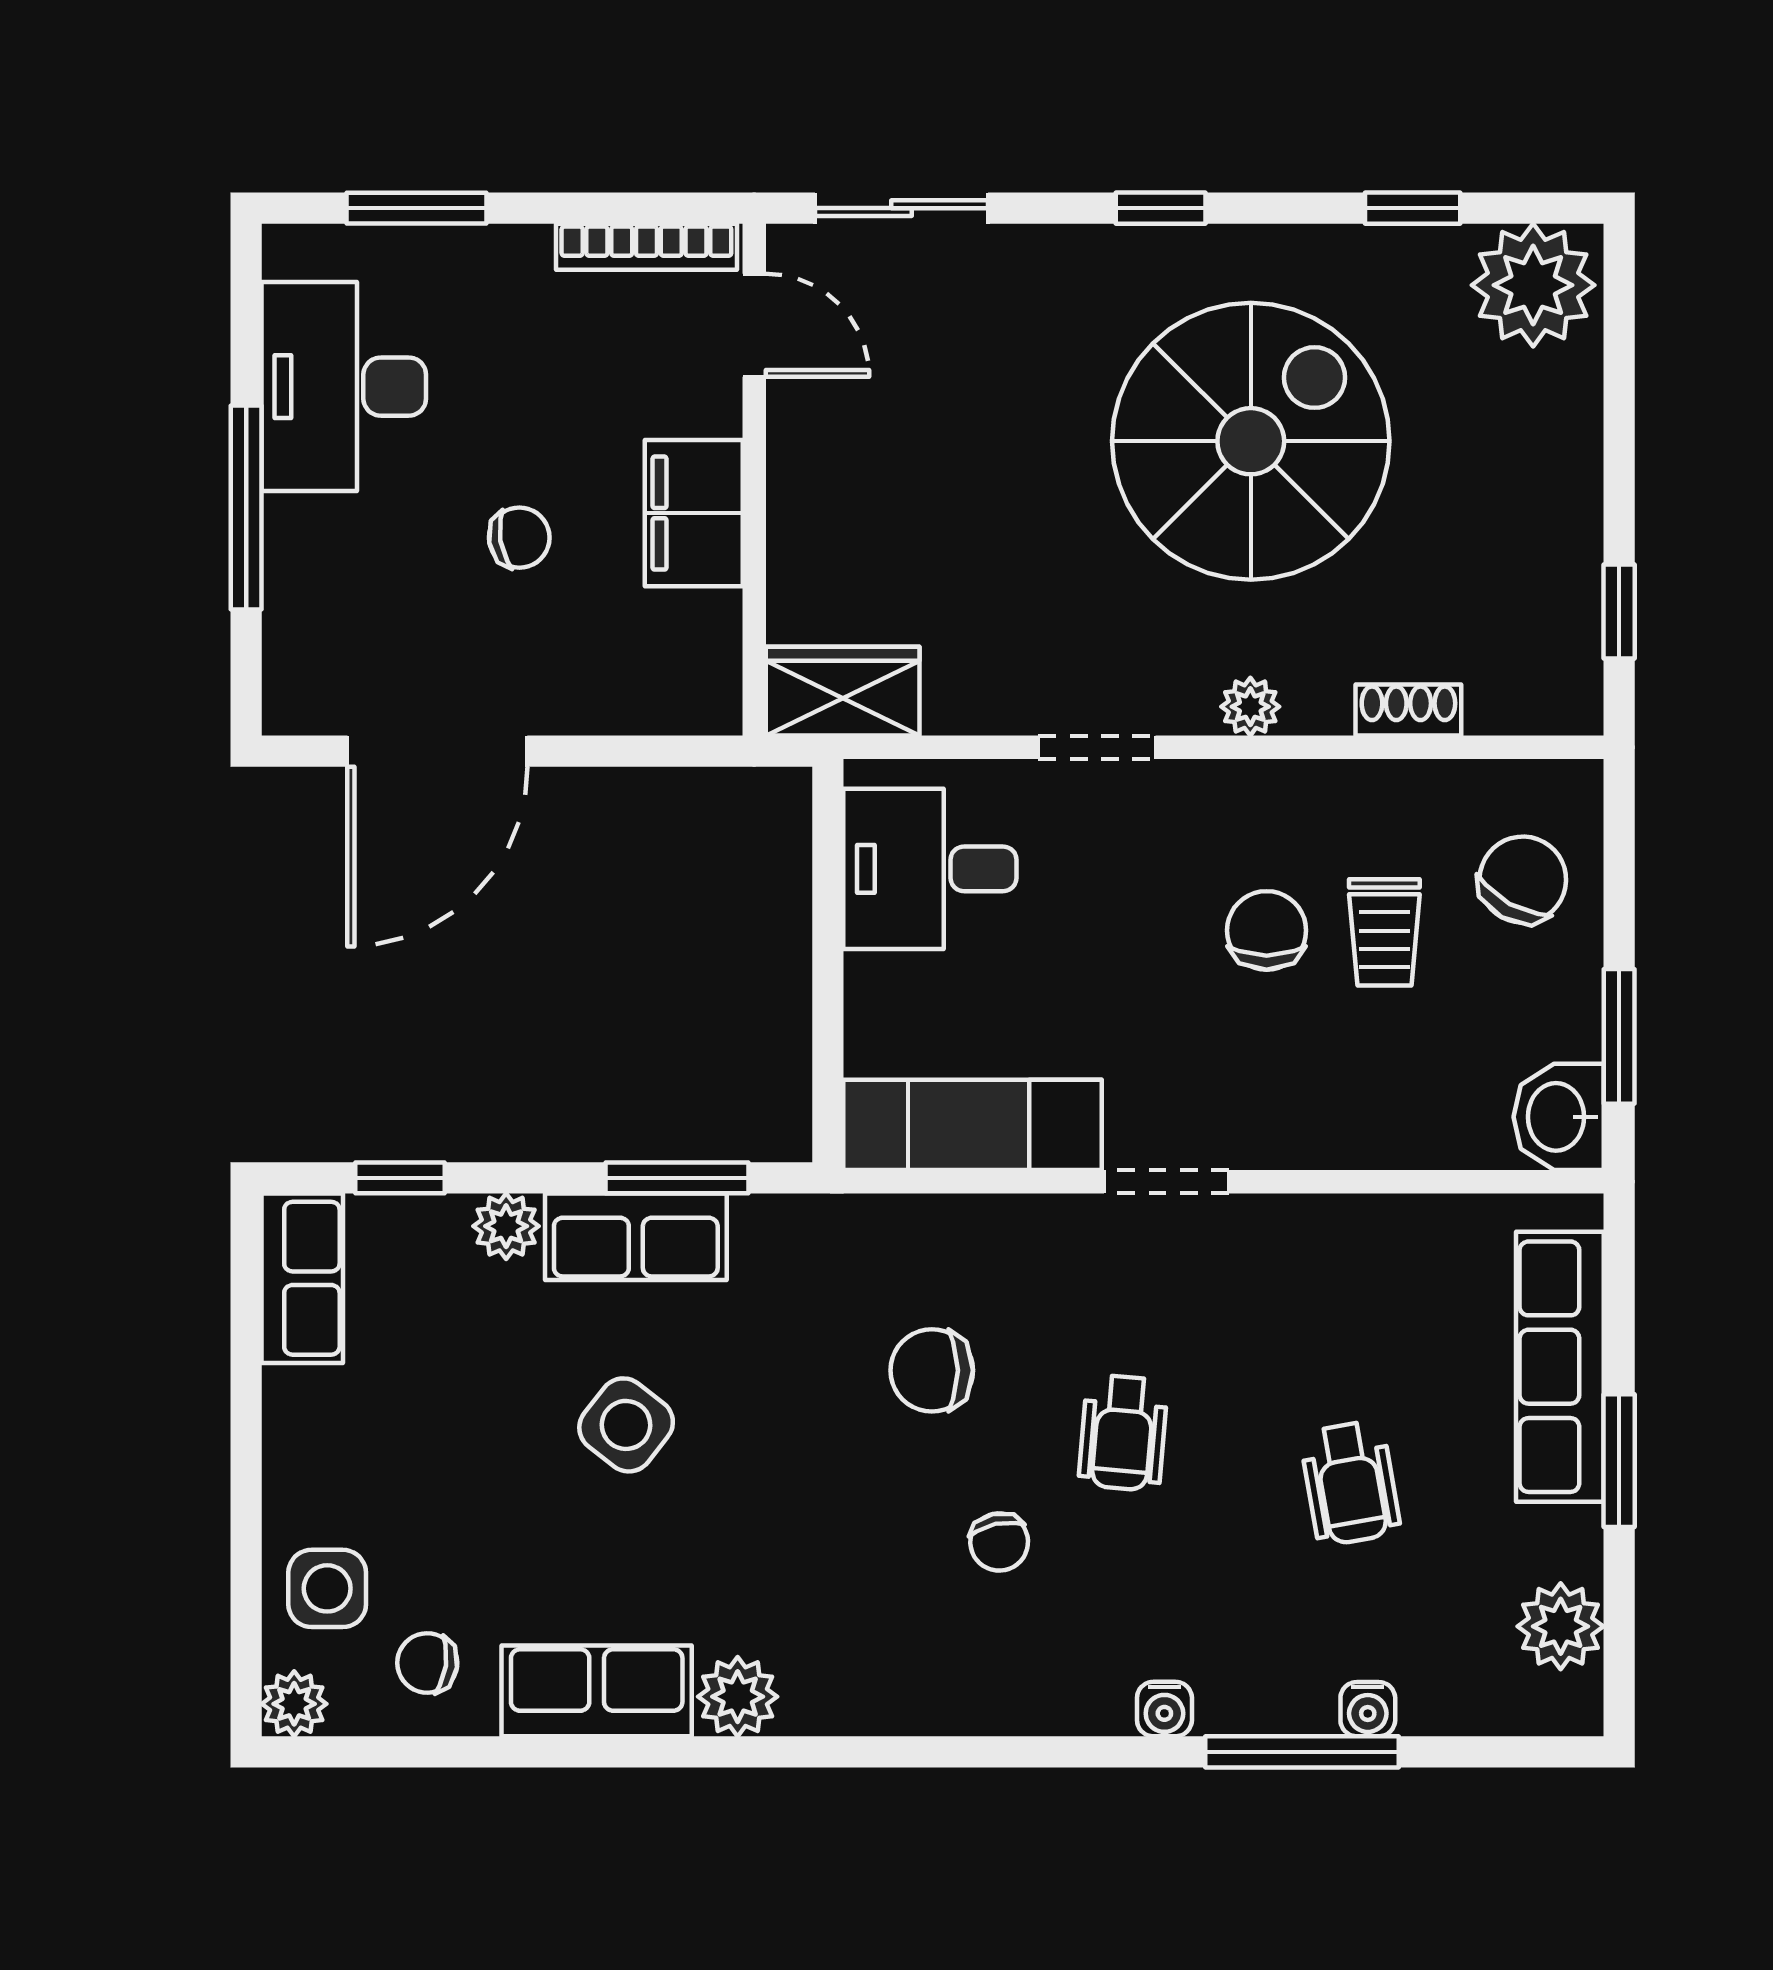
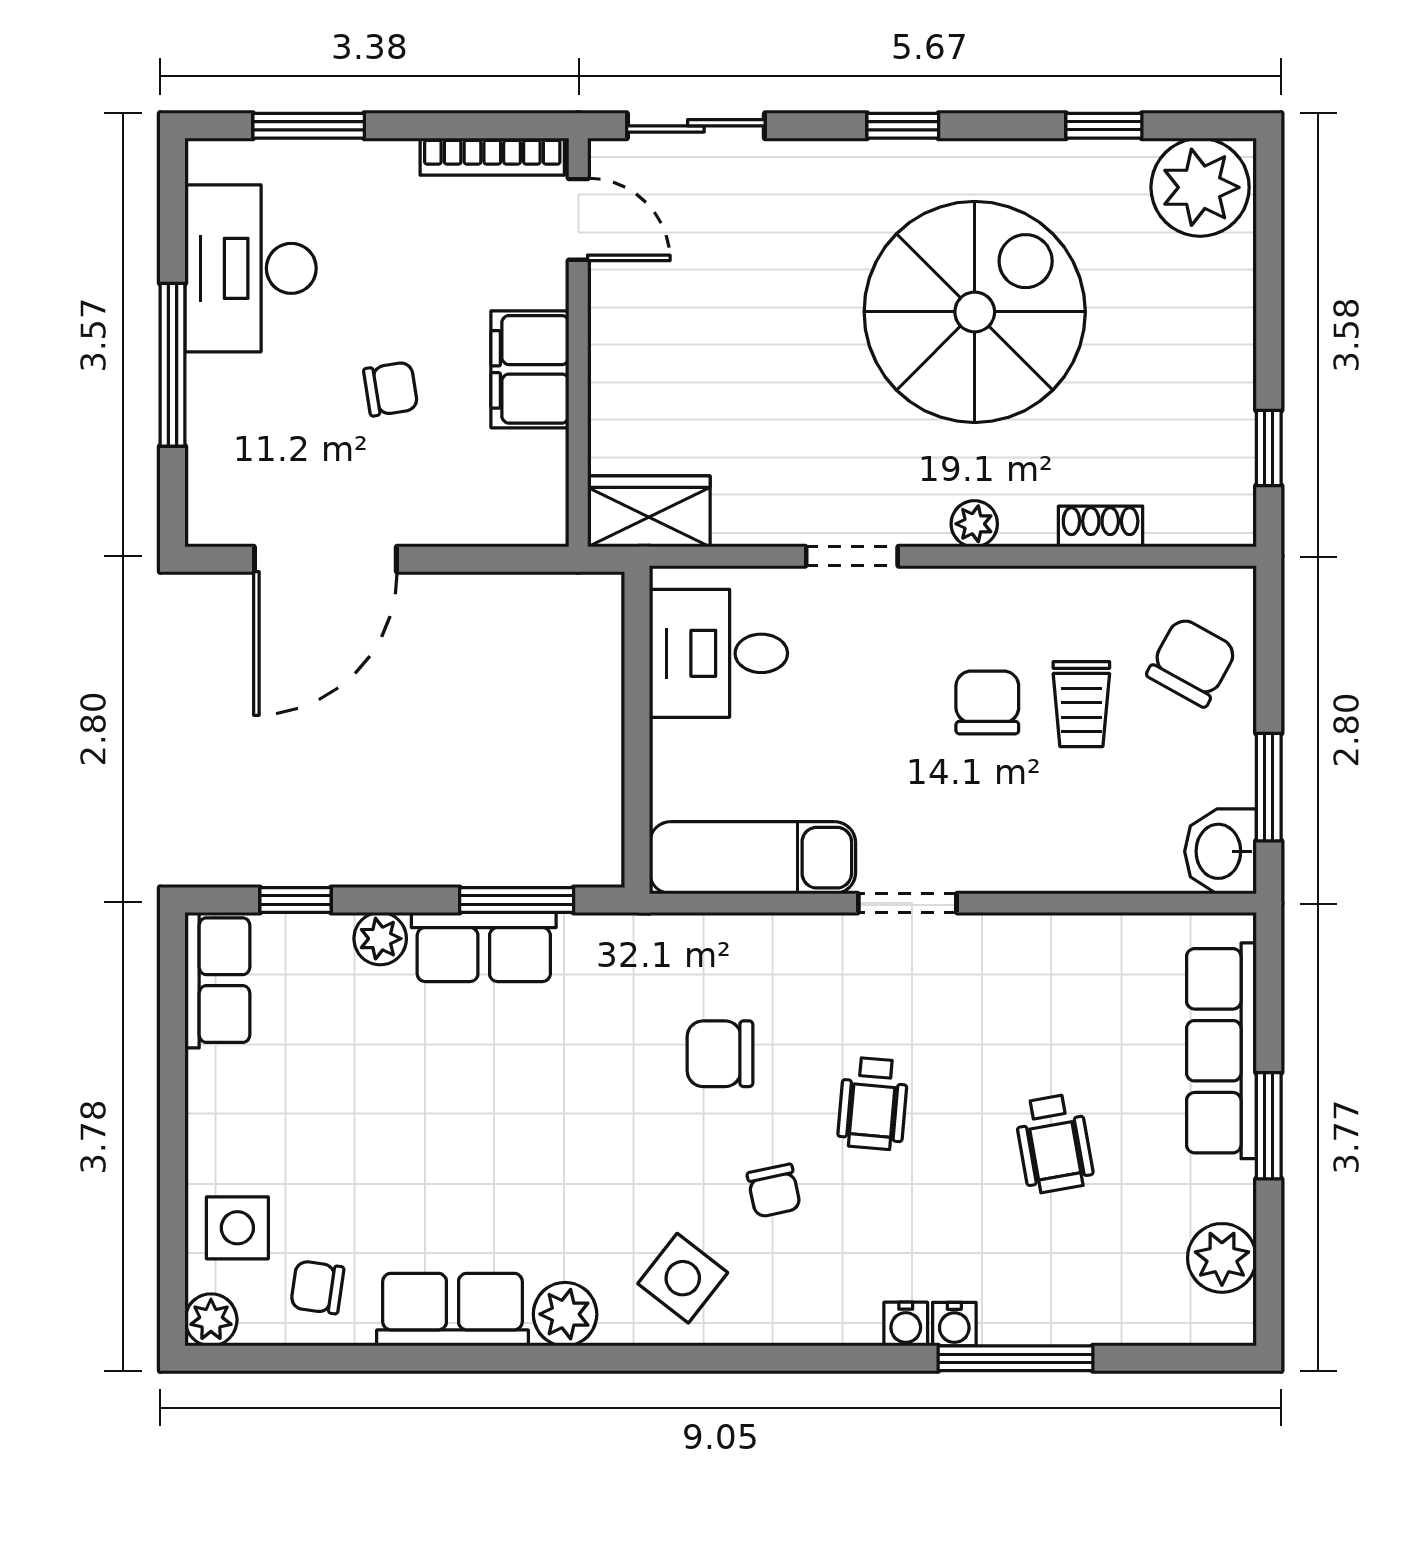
side table: (626, 1425) -> (683, 1278), moved
water cooler: (1368, 1709) -> (954, 1324), moved

